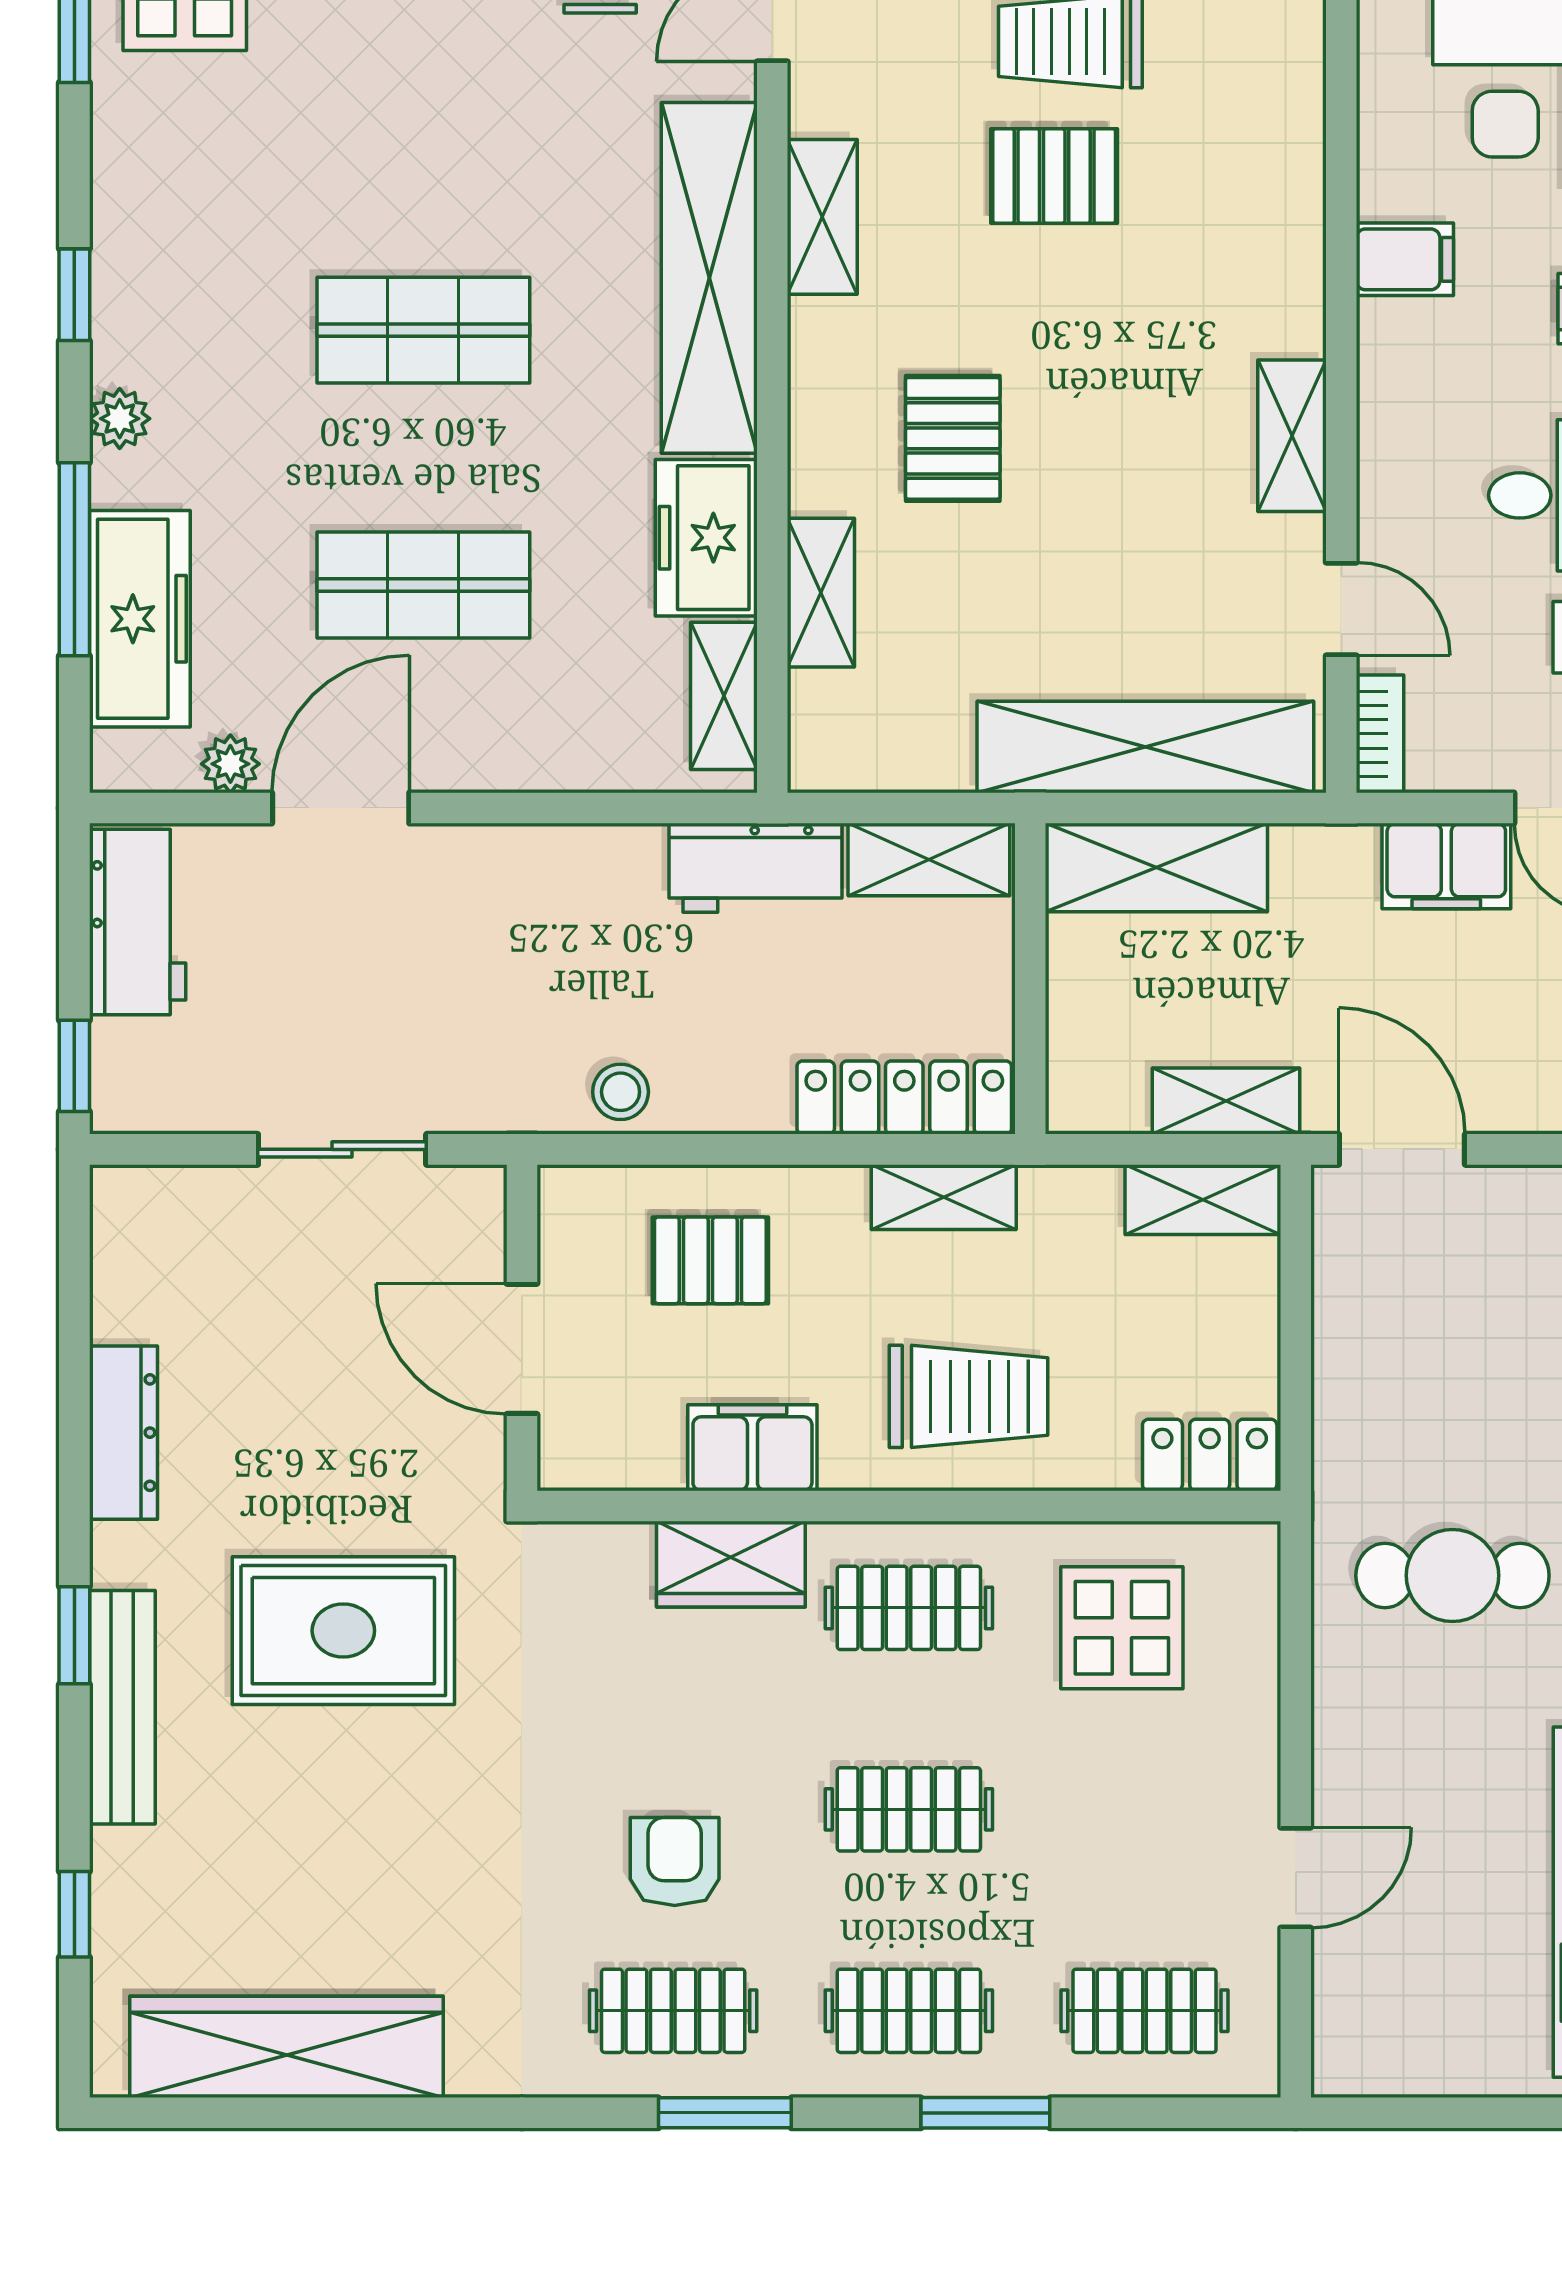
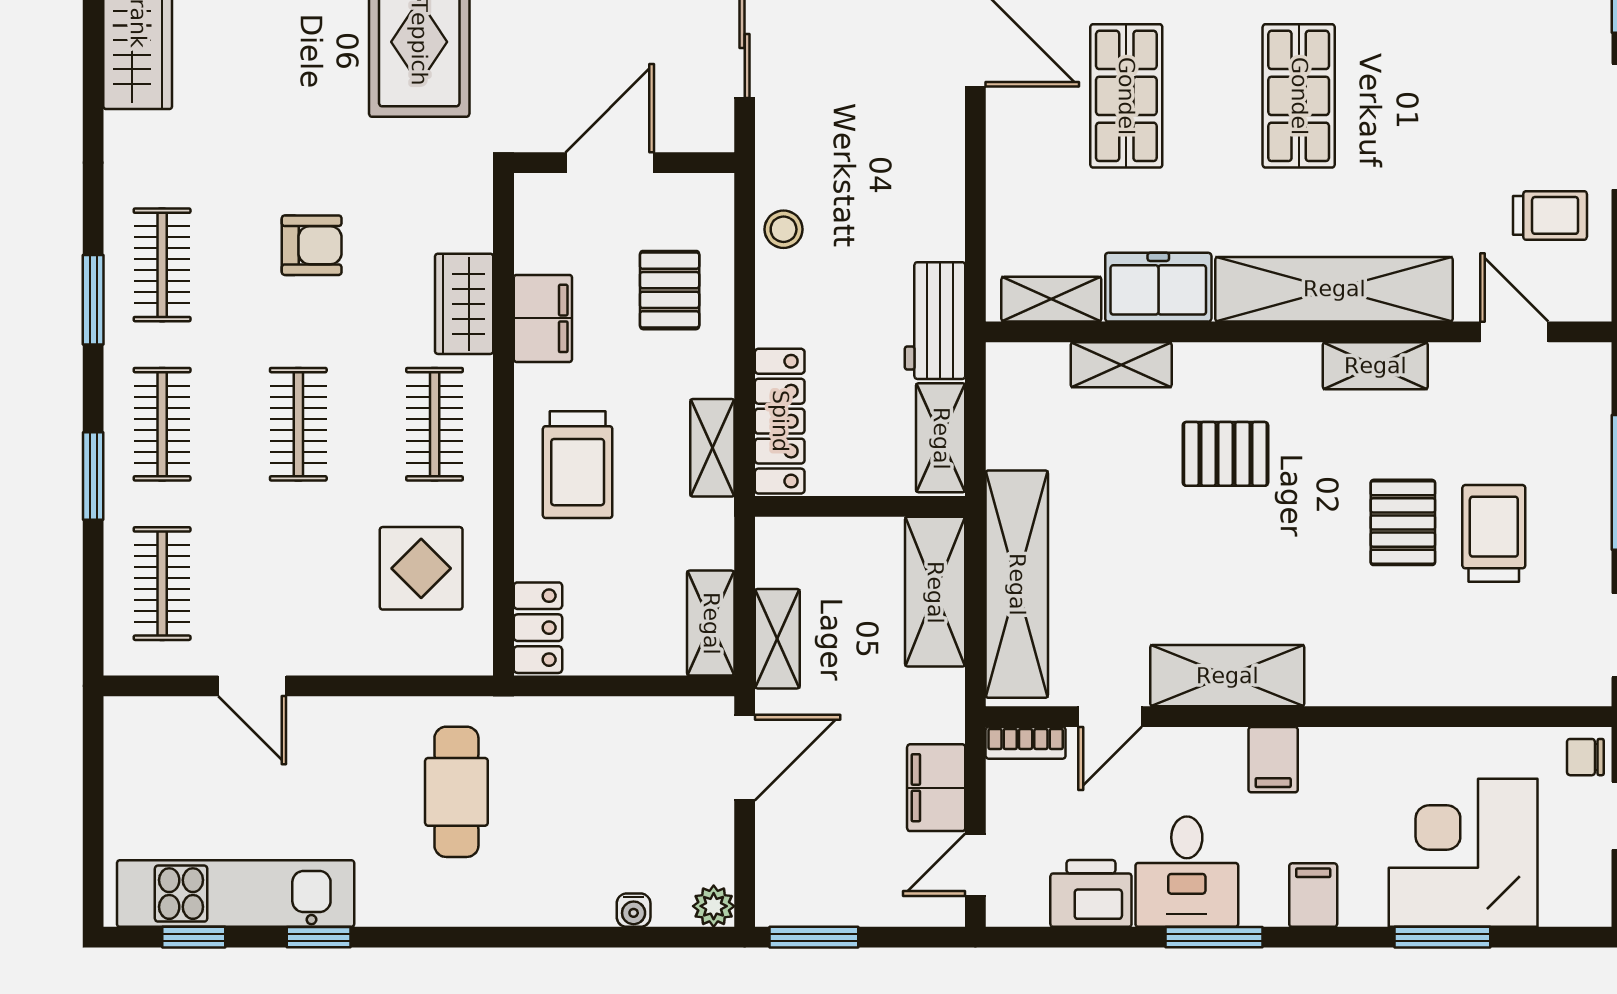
filing cabinet: (1405, 259) -> (1273, 760), moved
shelving: (1292, 436) -> (1227, 676), width x1.50, depth x1.33
armchair: (675, 1862) -> (312, 245), moved

